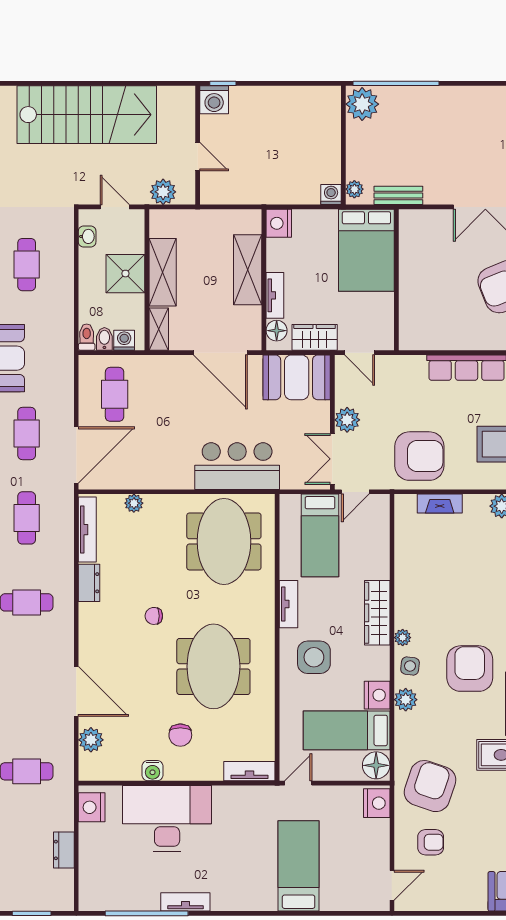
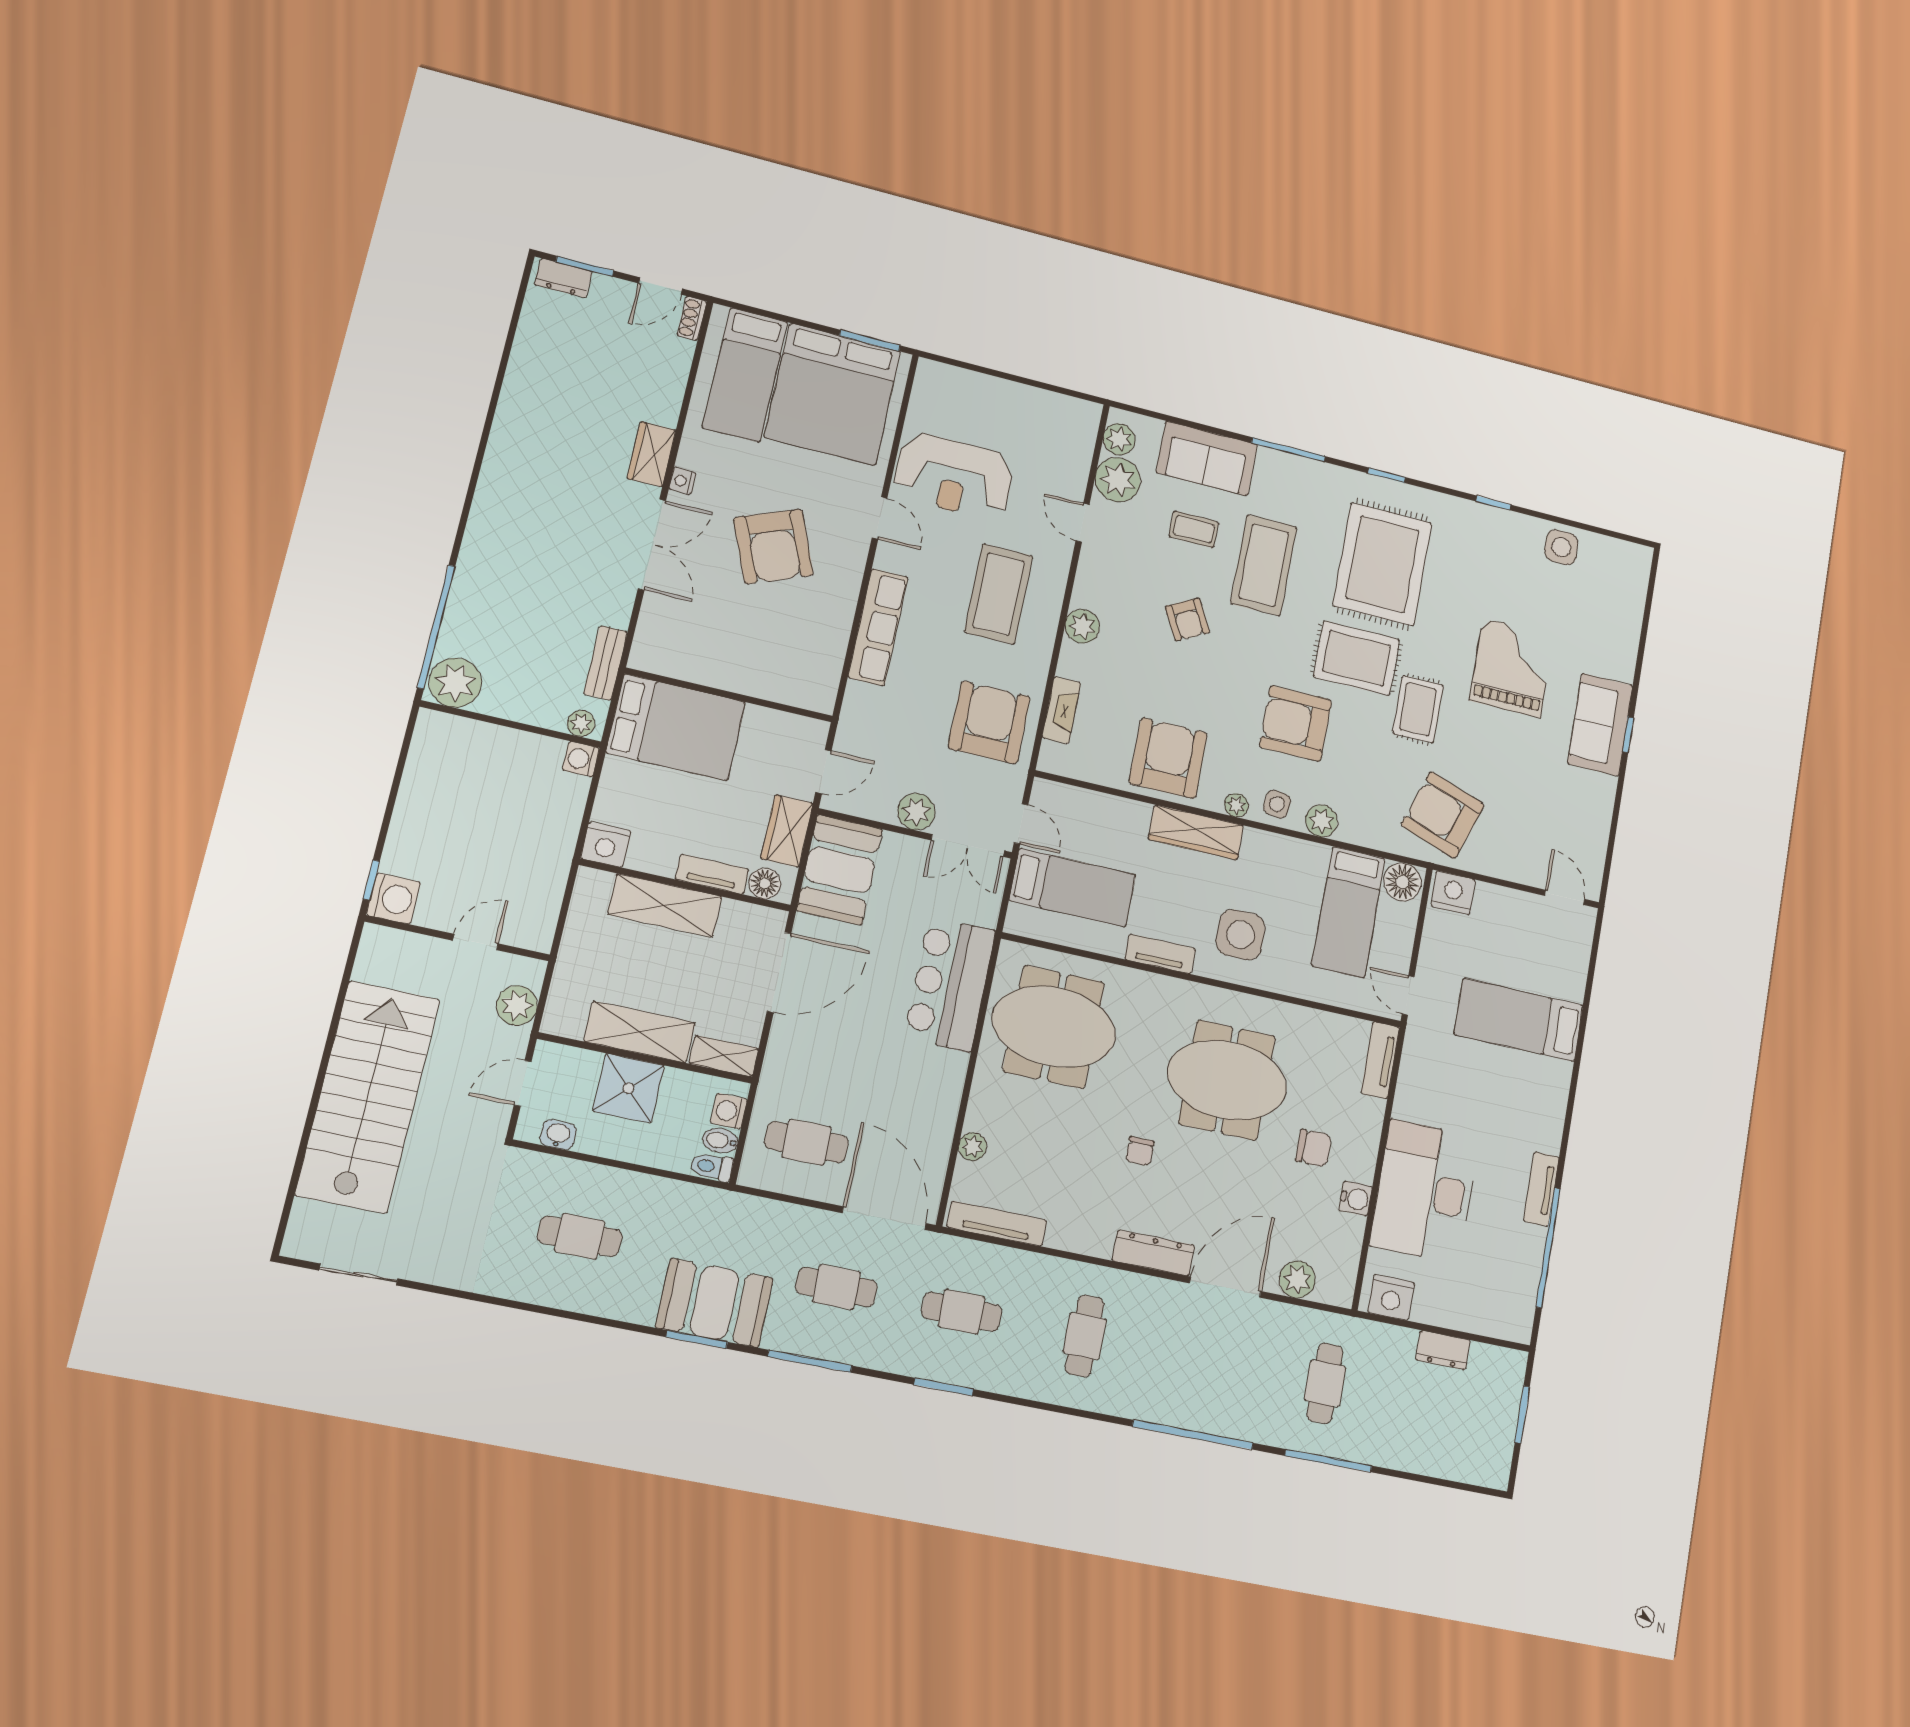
dresser: (89, 583) -> (1153, 1253), moved, width x1.44
nightstand: (377, 695) -> (1308, 859), removed
armchair: (431, 842) -> (1168, 758), moved, width x1.88, depth x1.88

